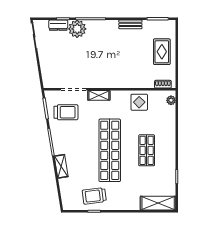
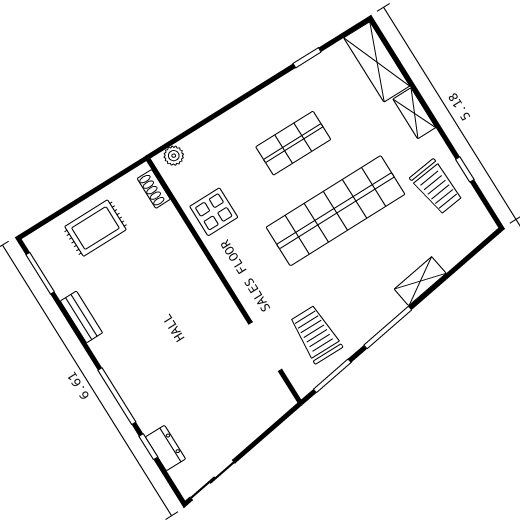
plant: (77, 29) -> (150, 409), removed
shelving: (99, 95) -> (414, 113), moved

